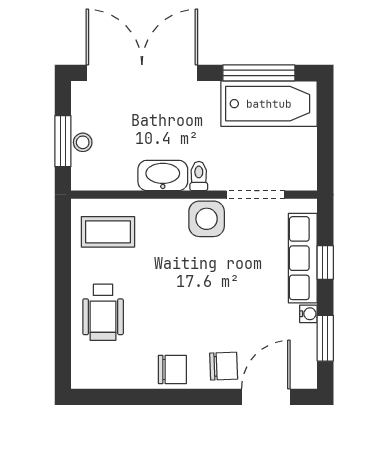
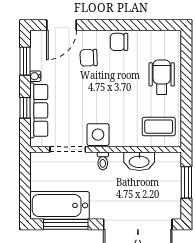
stool: (83, 142) -> (174, 182), removed
washbasin: (163, 175) -> (139, 161), moved
chair: (224, 366) -> (89, 58), moved

